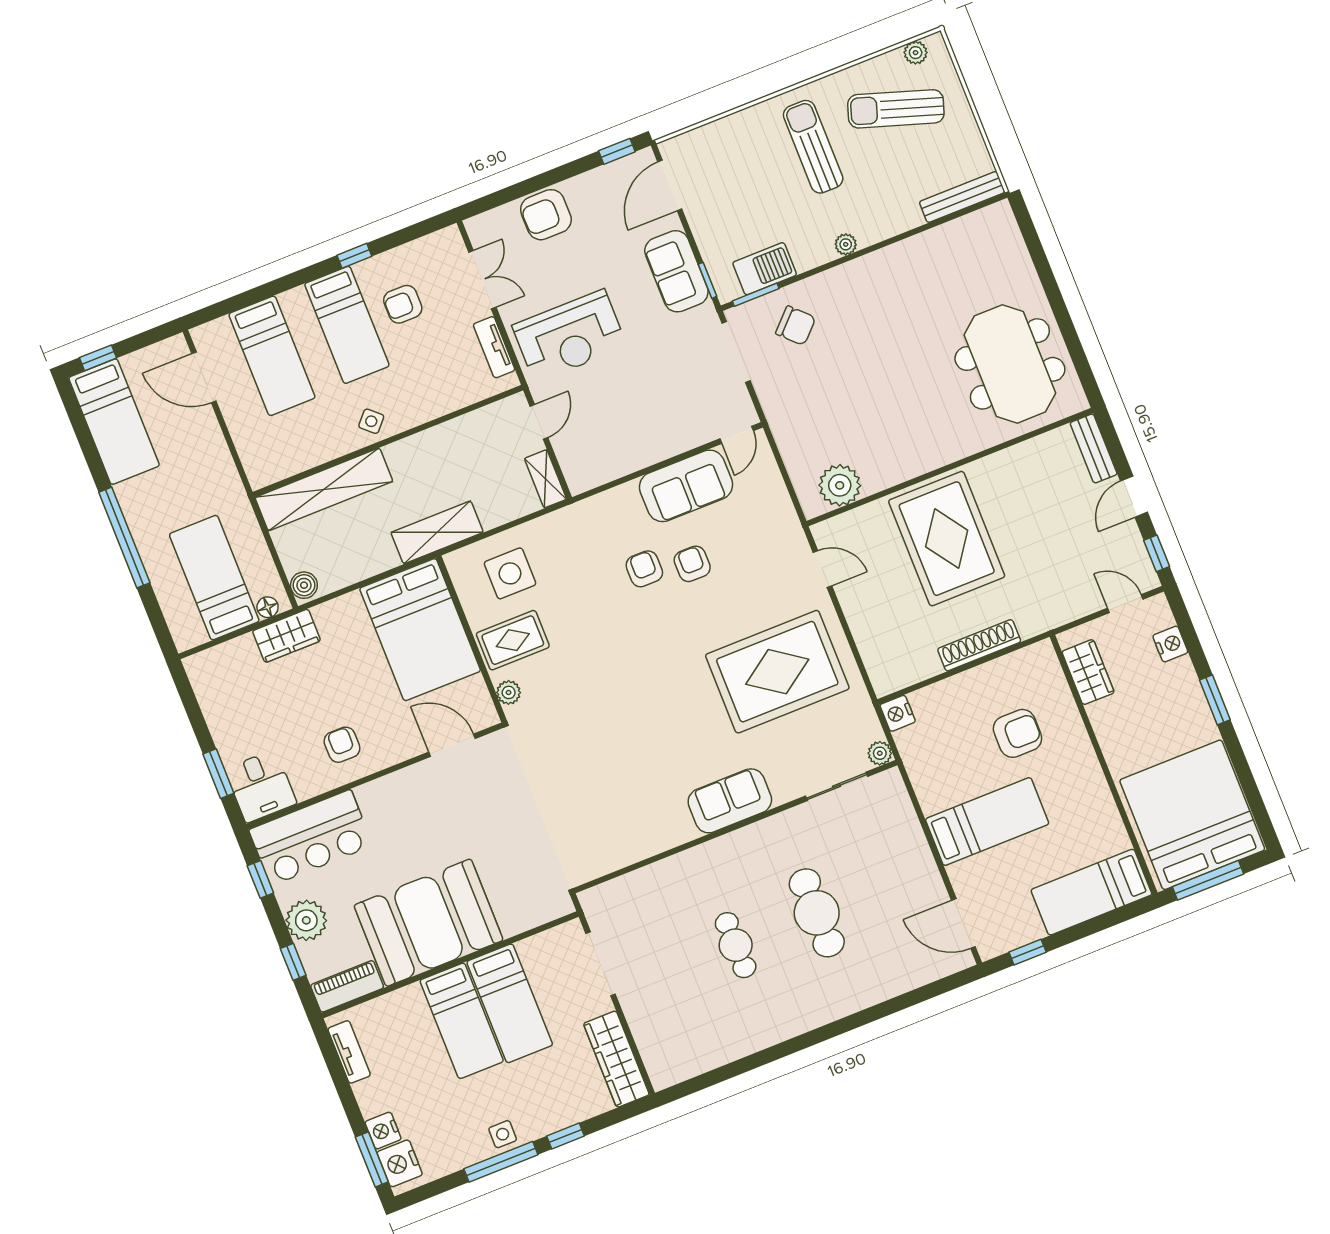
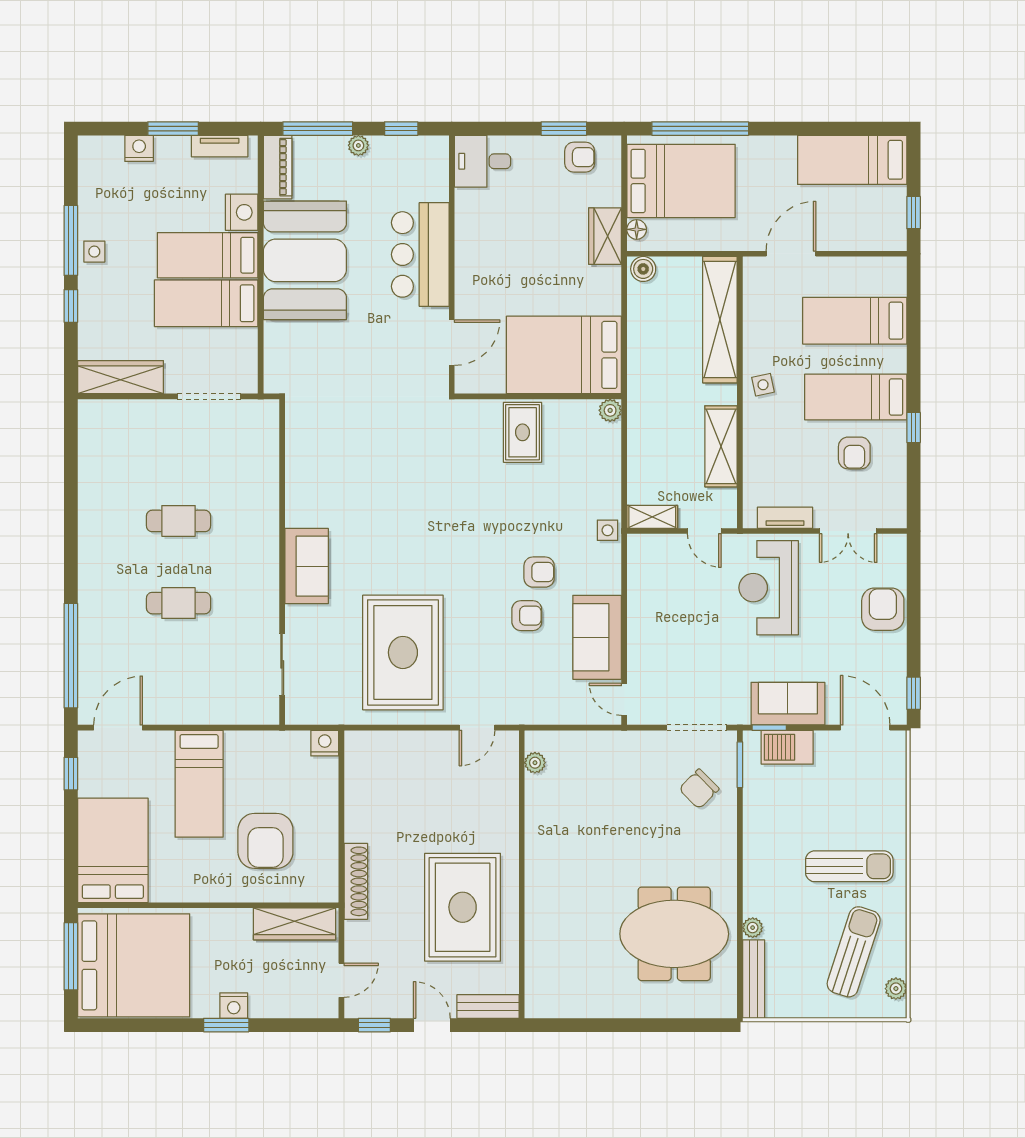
plant: (846, 244) -> (753, 928), moved
barbecue: (765, 269) -> (787, 747), moved, turned 90
armchair: (403, 304) -> (854, 453), turned 180
window: (98, 358) -> (914, 213), moved
meeting table: (1010, 364) -> (674, 934), moved
door: (204, 377) -> (791, 254), moved
side table: (371, 421) -> (763, 385), turned 36
plant: (840, 485) -> (535, 763), width x0.53, depth x0.53
shelving: (437, 532) -> (721, 446), moved
window: (124, 537) -> (700, 129), moved
rug: (947, 539) -> (463, 907), moved, turned 90
side table: (510, 573) -> (607, 530), moved, width x0.54, depth x0.54
bed: (214, 578) -> (681, 181), width x1.50
nightstand: (1170, 644) -> (234, 1006), moved
shoe rack: (979, 645) -> (356, 881), moved
wardrobe: (1088, 672) -> (295, 924), width x1.50
plant: (509, 692) -> (610, 410), moved
armchair: (1017, 733) -> (265, 841), width x1.36, depth x1.36
armchair: (342, 745) -> (580, 157), moved
plant: (880, 753) -> (296, 714), removed
window: (218, 774) -> (564, 129), moved
bar counter: (311, 838) -> (420, 254), moved
bed: (1091, 892) -> (113, 850), width x1.50
cafe table: (817, 913) -> (179, 603), width x0.73, depth x0.74
plant: (306, 920) -> (358, 145), width x0.53, depth x0.53
window: (293, 962) -> (318, 129), width x2.17
window: (911, 999) -> (71, 656), added
window: (372, 1159) -> (173, 129), moved
nightstand: (400, 1163) -> (242, 212), moved, turned 90

